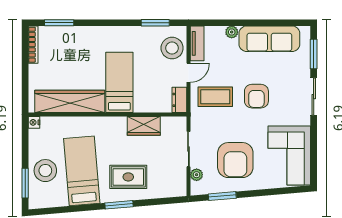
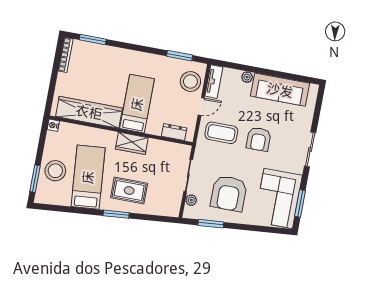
window: (314, 54) -> (300, 203), moved
dresser: (179, 100) -> (174, 132), moved, turned 90
wardrobe: (144, 126) -> (132, 143), moved

